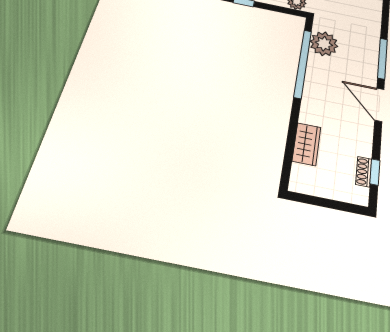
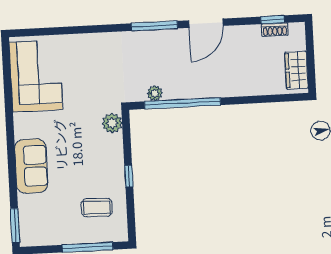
plant: (324, 44) -> (155, 93), width x0.53, depth x0.53
wardrobe: (306, 144) -> (296, 70), moved, turned -90

